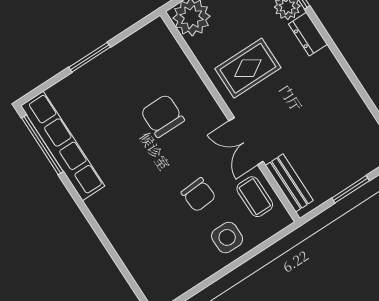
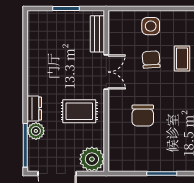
coffee table: (255, 197) -> (182, 58), moved

